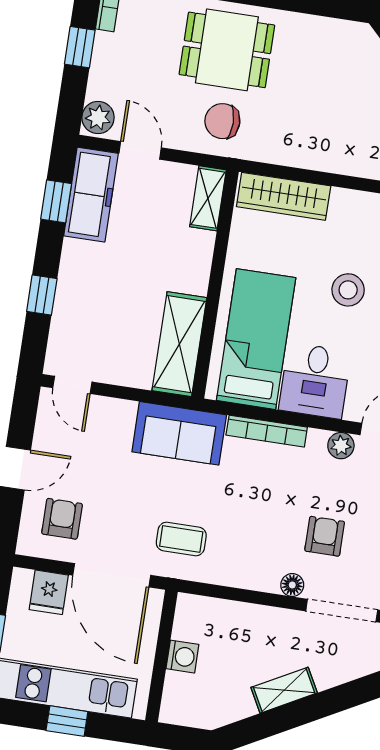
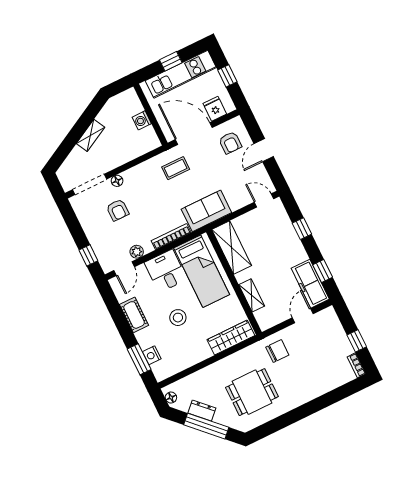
dining table: (227, 50) -> (252, 392), moved
plant: (98, 118) -> (329, 317), removed
door: (140, 150) -> (303, 316), swing flipped
shelving: (208, 198) -> (252, 295), moved

